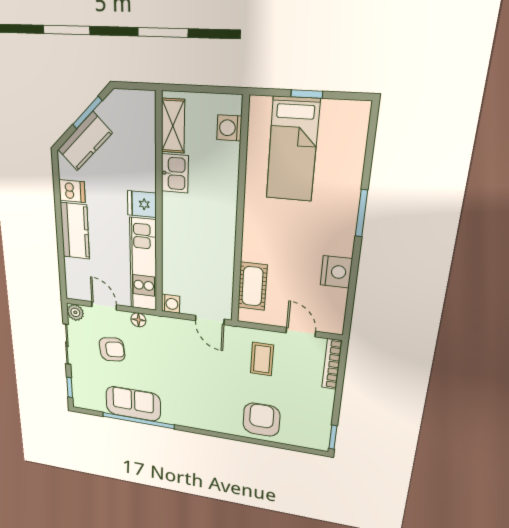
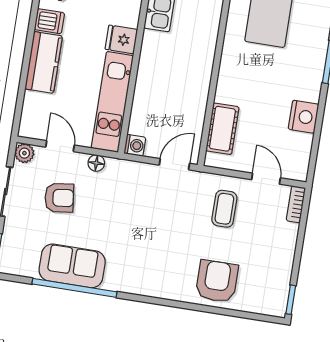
door: (210, 320) -> (174, 164), swing flipped
bookcase: (332, 364) -> (296, 204), width x0.64

